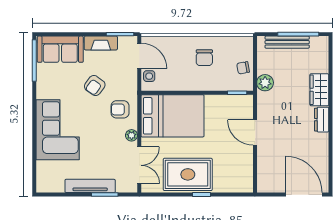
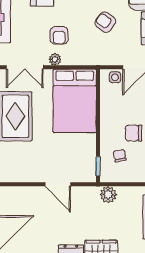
chair: (243, 68) -> (120, 156), moved
armchair: (120, 109) -> (59, 35), moved, turned 180
door: (255, 133) -> (58, 184), swing flipped

